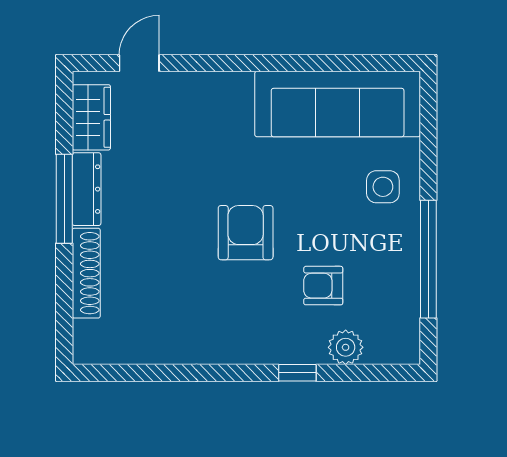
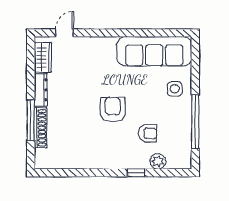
window: (64, 199) -> (31, 120), moved
armchair: (323, 286) -> (148, 133), turned 180

